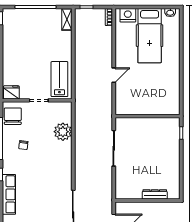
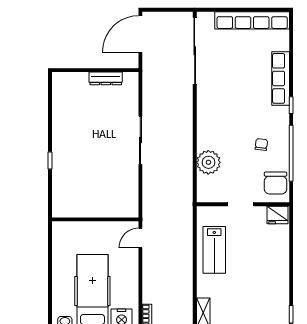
lab bench: (59, 79) -> (214, 250), moved
wall: (147, 116) -> (95, 219), moved
dresser: (155, 194) -> (106, 78), moved

